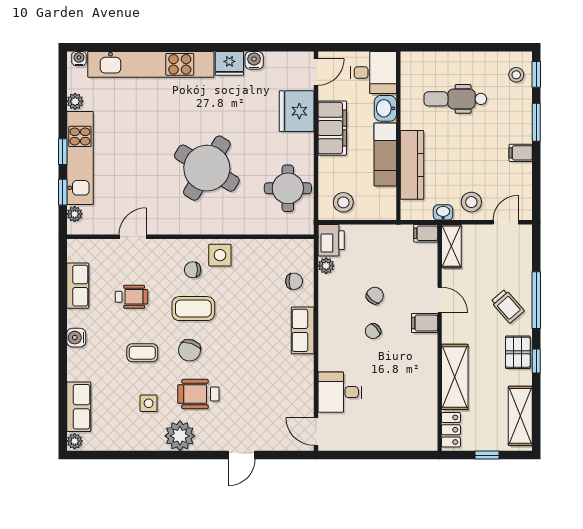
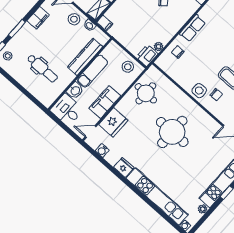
water cooler: (254, 60) -> (102, 151), moved
filing cabinet: (521, 153) -> (38, 18), width x2.00
round table: (207, 168) -> (172, 132), turned -31
chair: (375, 296) -> (149, 16), removed

